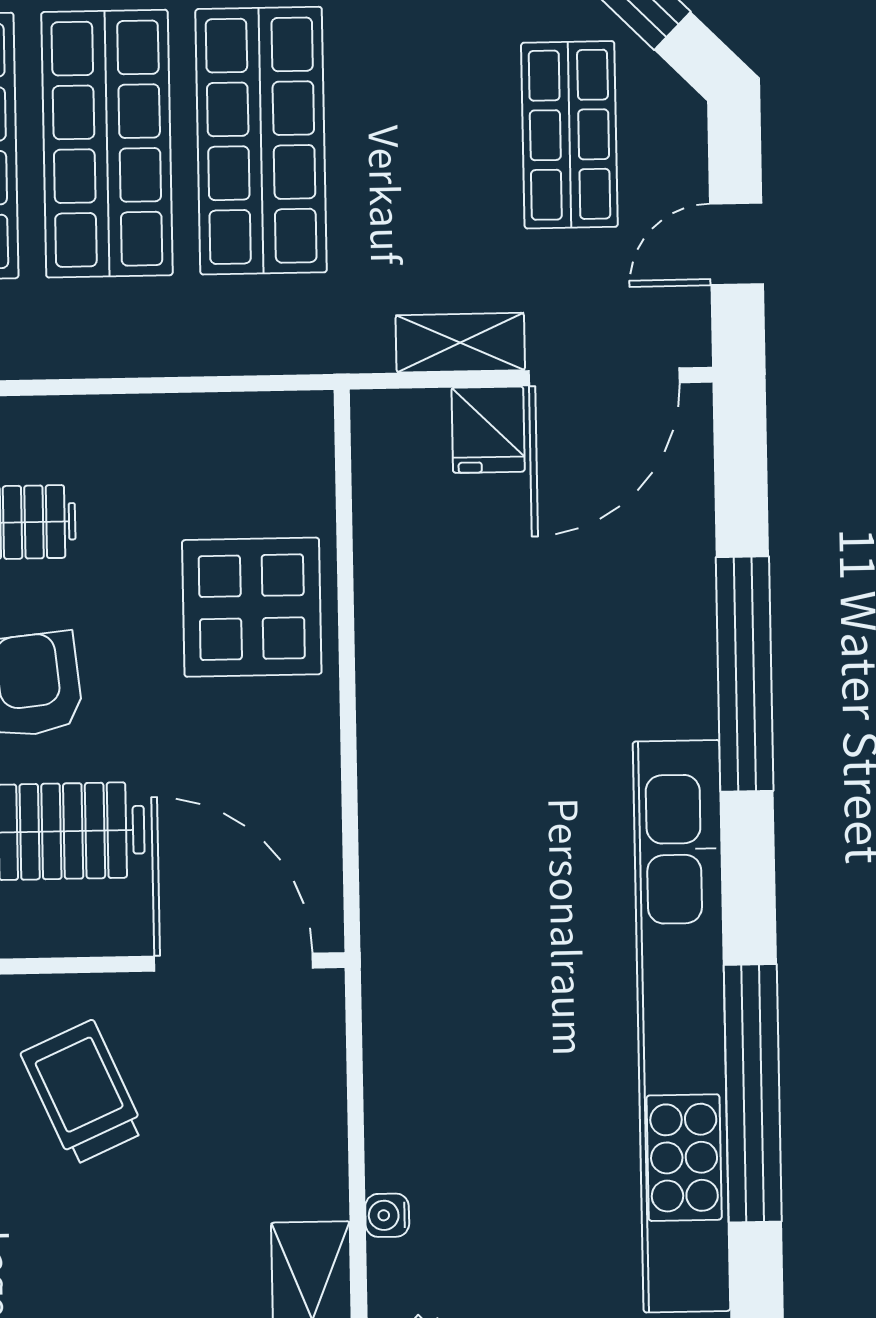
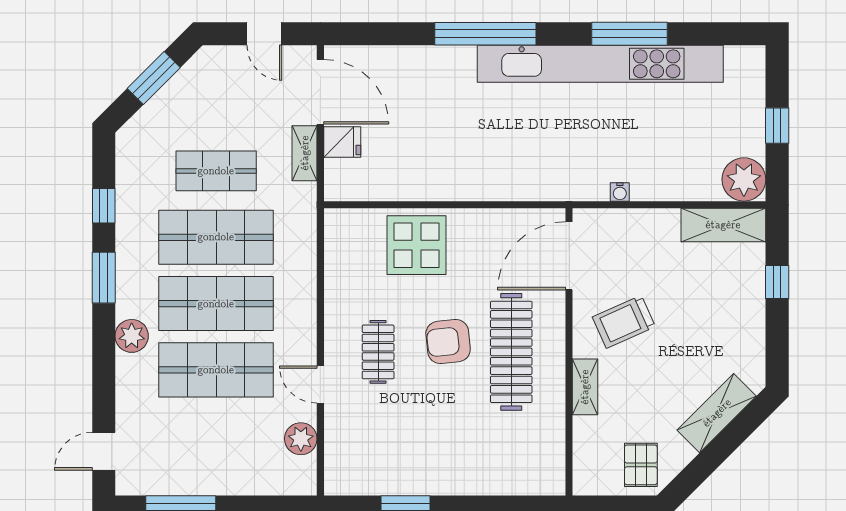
shop shelf: (569, 135) -> (216, 171), moved
window: (745, 674) -> (485, 34), moved
window: (753, 1093) -> (630, 34), width x0.68
water cooler: (387, 1215) -> (620, 192), moved

